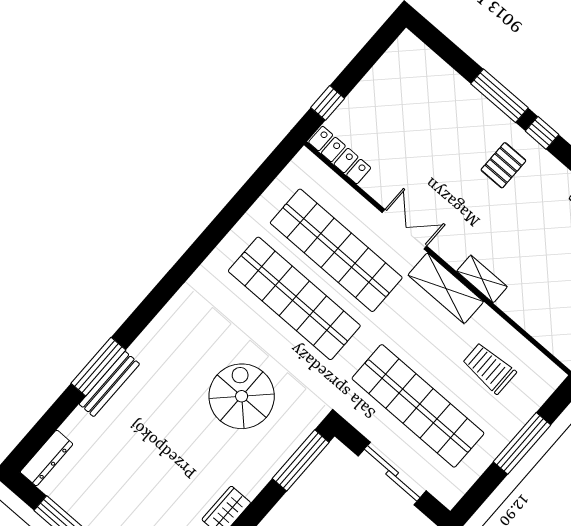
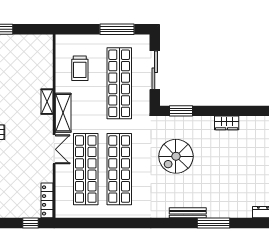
double door: (404, 229) -> (54, 149), swing flipped
bench: (109, 384) -> (188, 213), moved
window: (522, 443) -> (117, 29), moved
window: (301, 460) -> (181, 111), width x0.69

